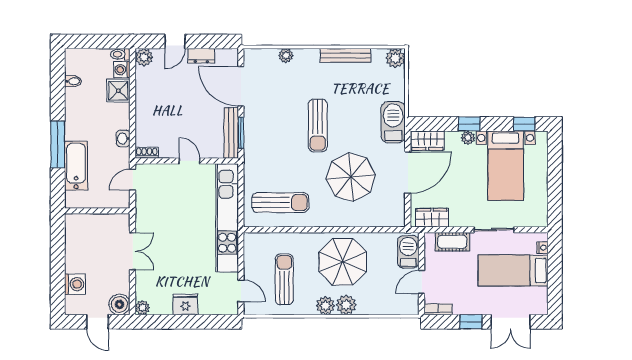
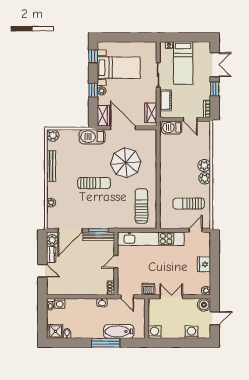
plant: (144, 57) -> (52, 240), moved
shower: (118, 91) -> (55, 331), moved
dishwasher: (145, 214) -> (148, 289), added
washing machine: (75, 224) -> (154, 332), added
parasol: (343, 262) -> (178, 168), removed

